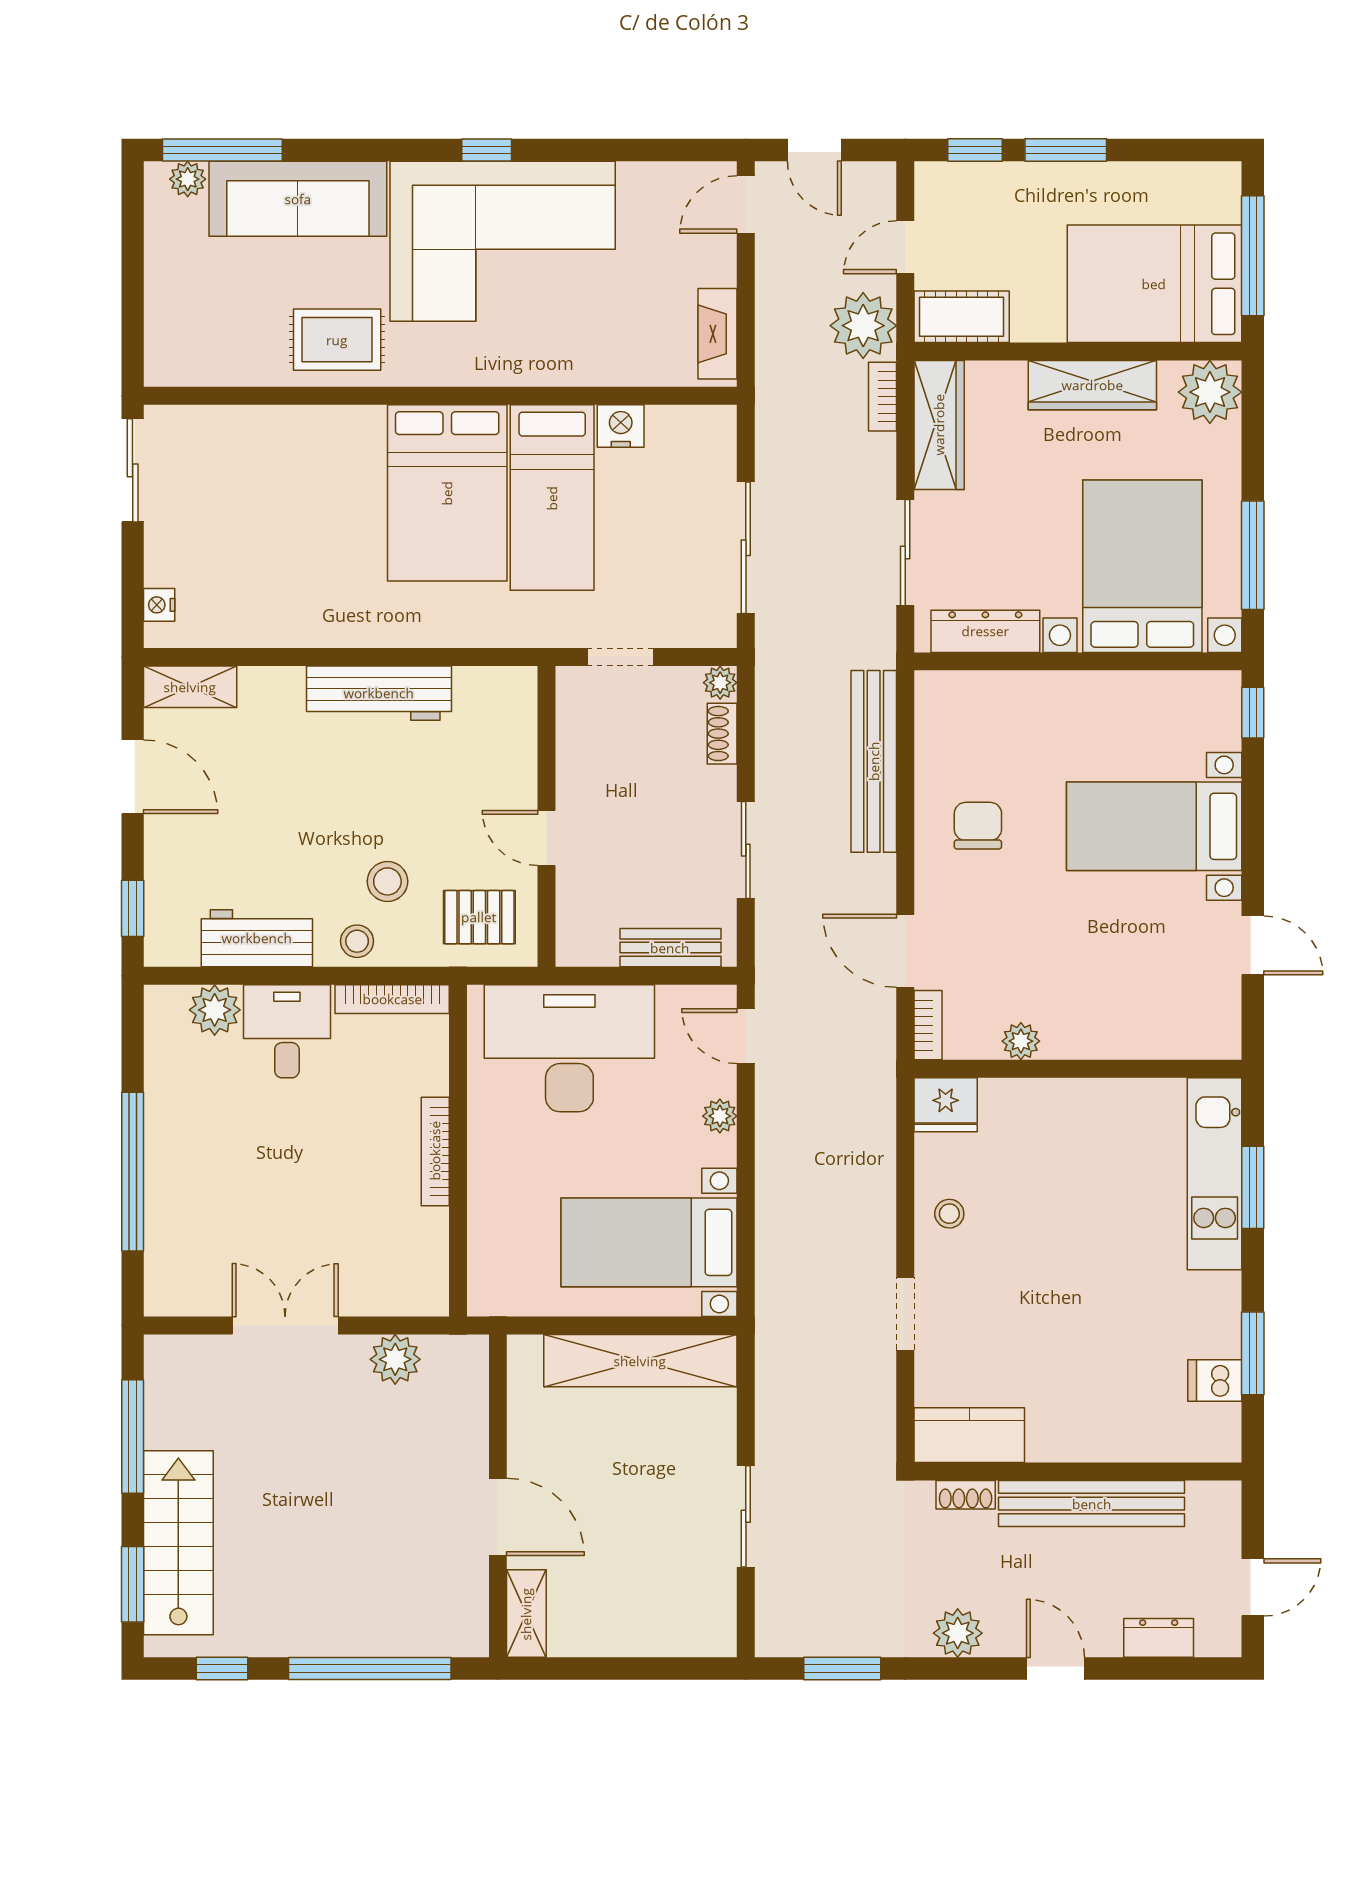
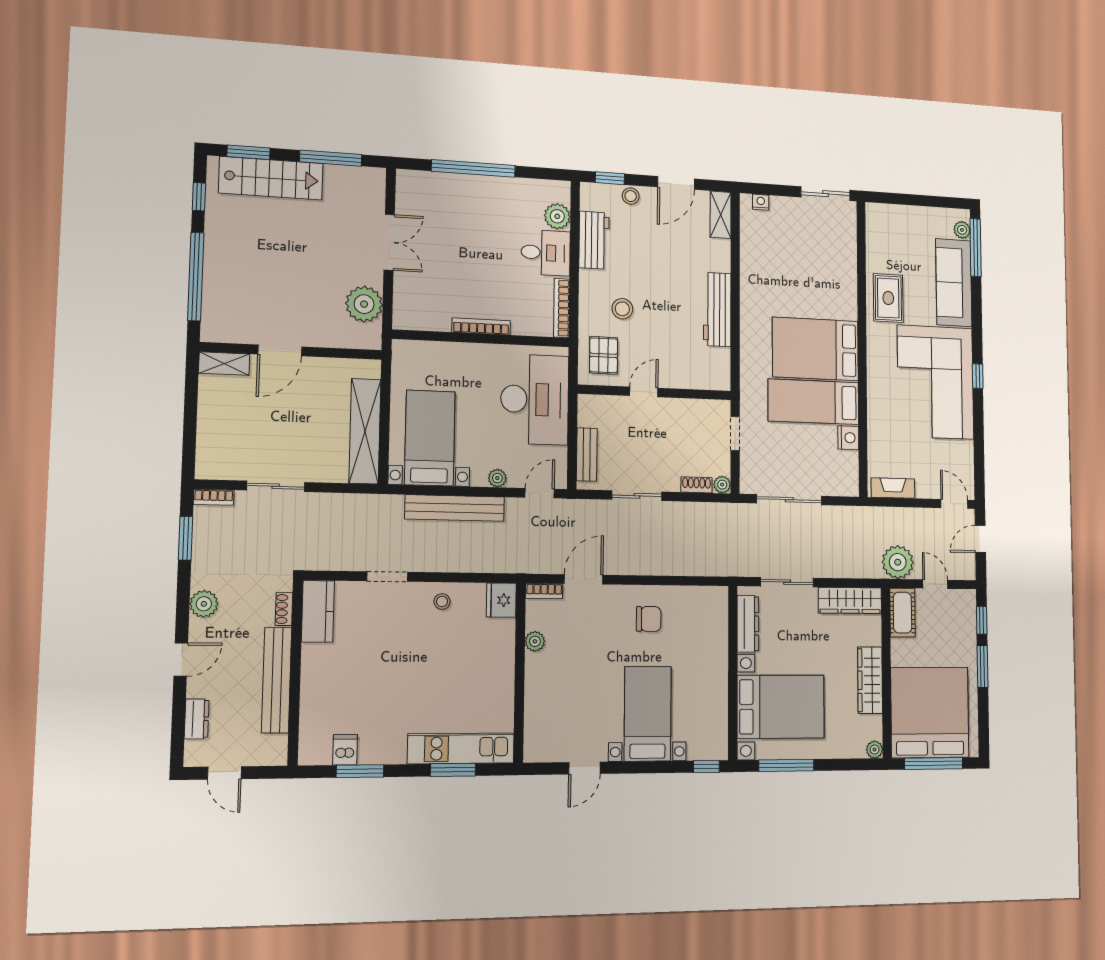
bed: (1154, 284) -> (930, 712), width x1.36
plant: (1210, 392) -> (875, 750), width x0.53, depth x0.53
bookcase: (883, 397) -> (214, 497), moved, turned 180
bench: (874, 761) -> (455, 508), moved
stool: (357, 941) -> (631, 196), moved
plant: (395, 1359) -> (364, 304), width x1.36, depth x1.36

